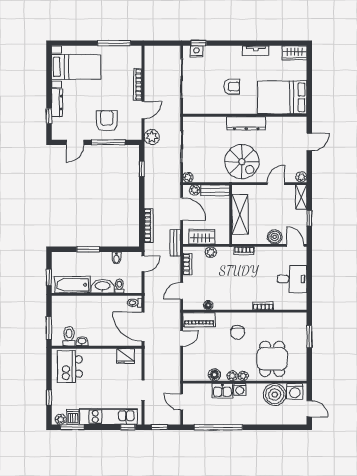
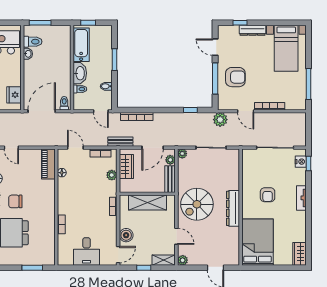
tv unit: (256, 51) -> (301, 198), moved
chair: (238, 332) -> (15, 201), moved
door: (182, 338) -> (11, 148), moved

